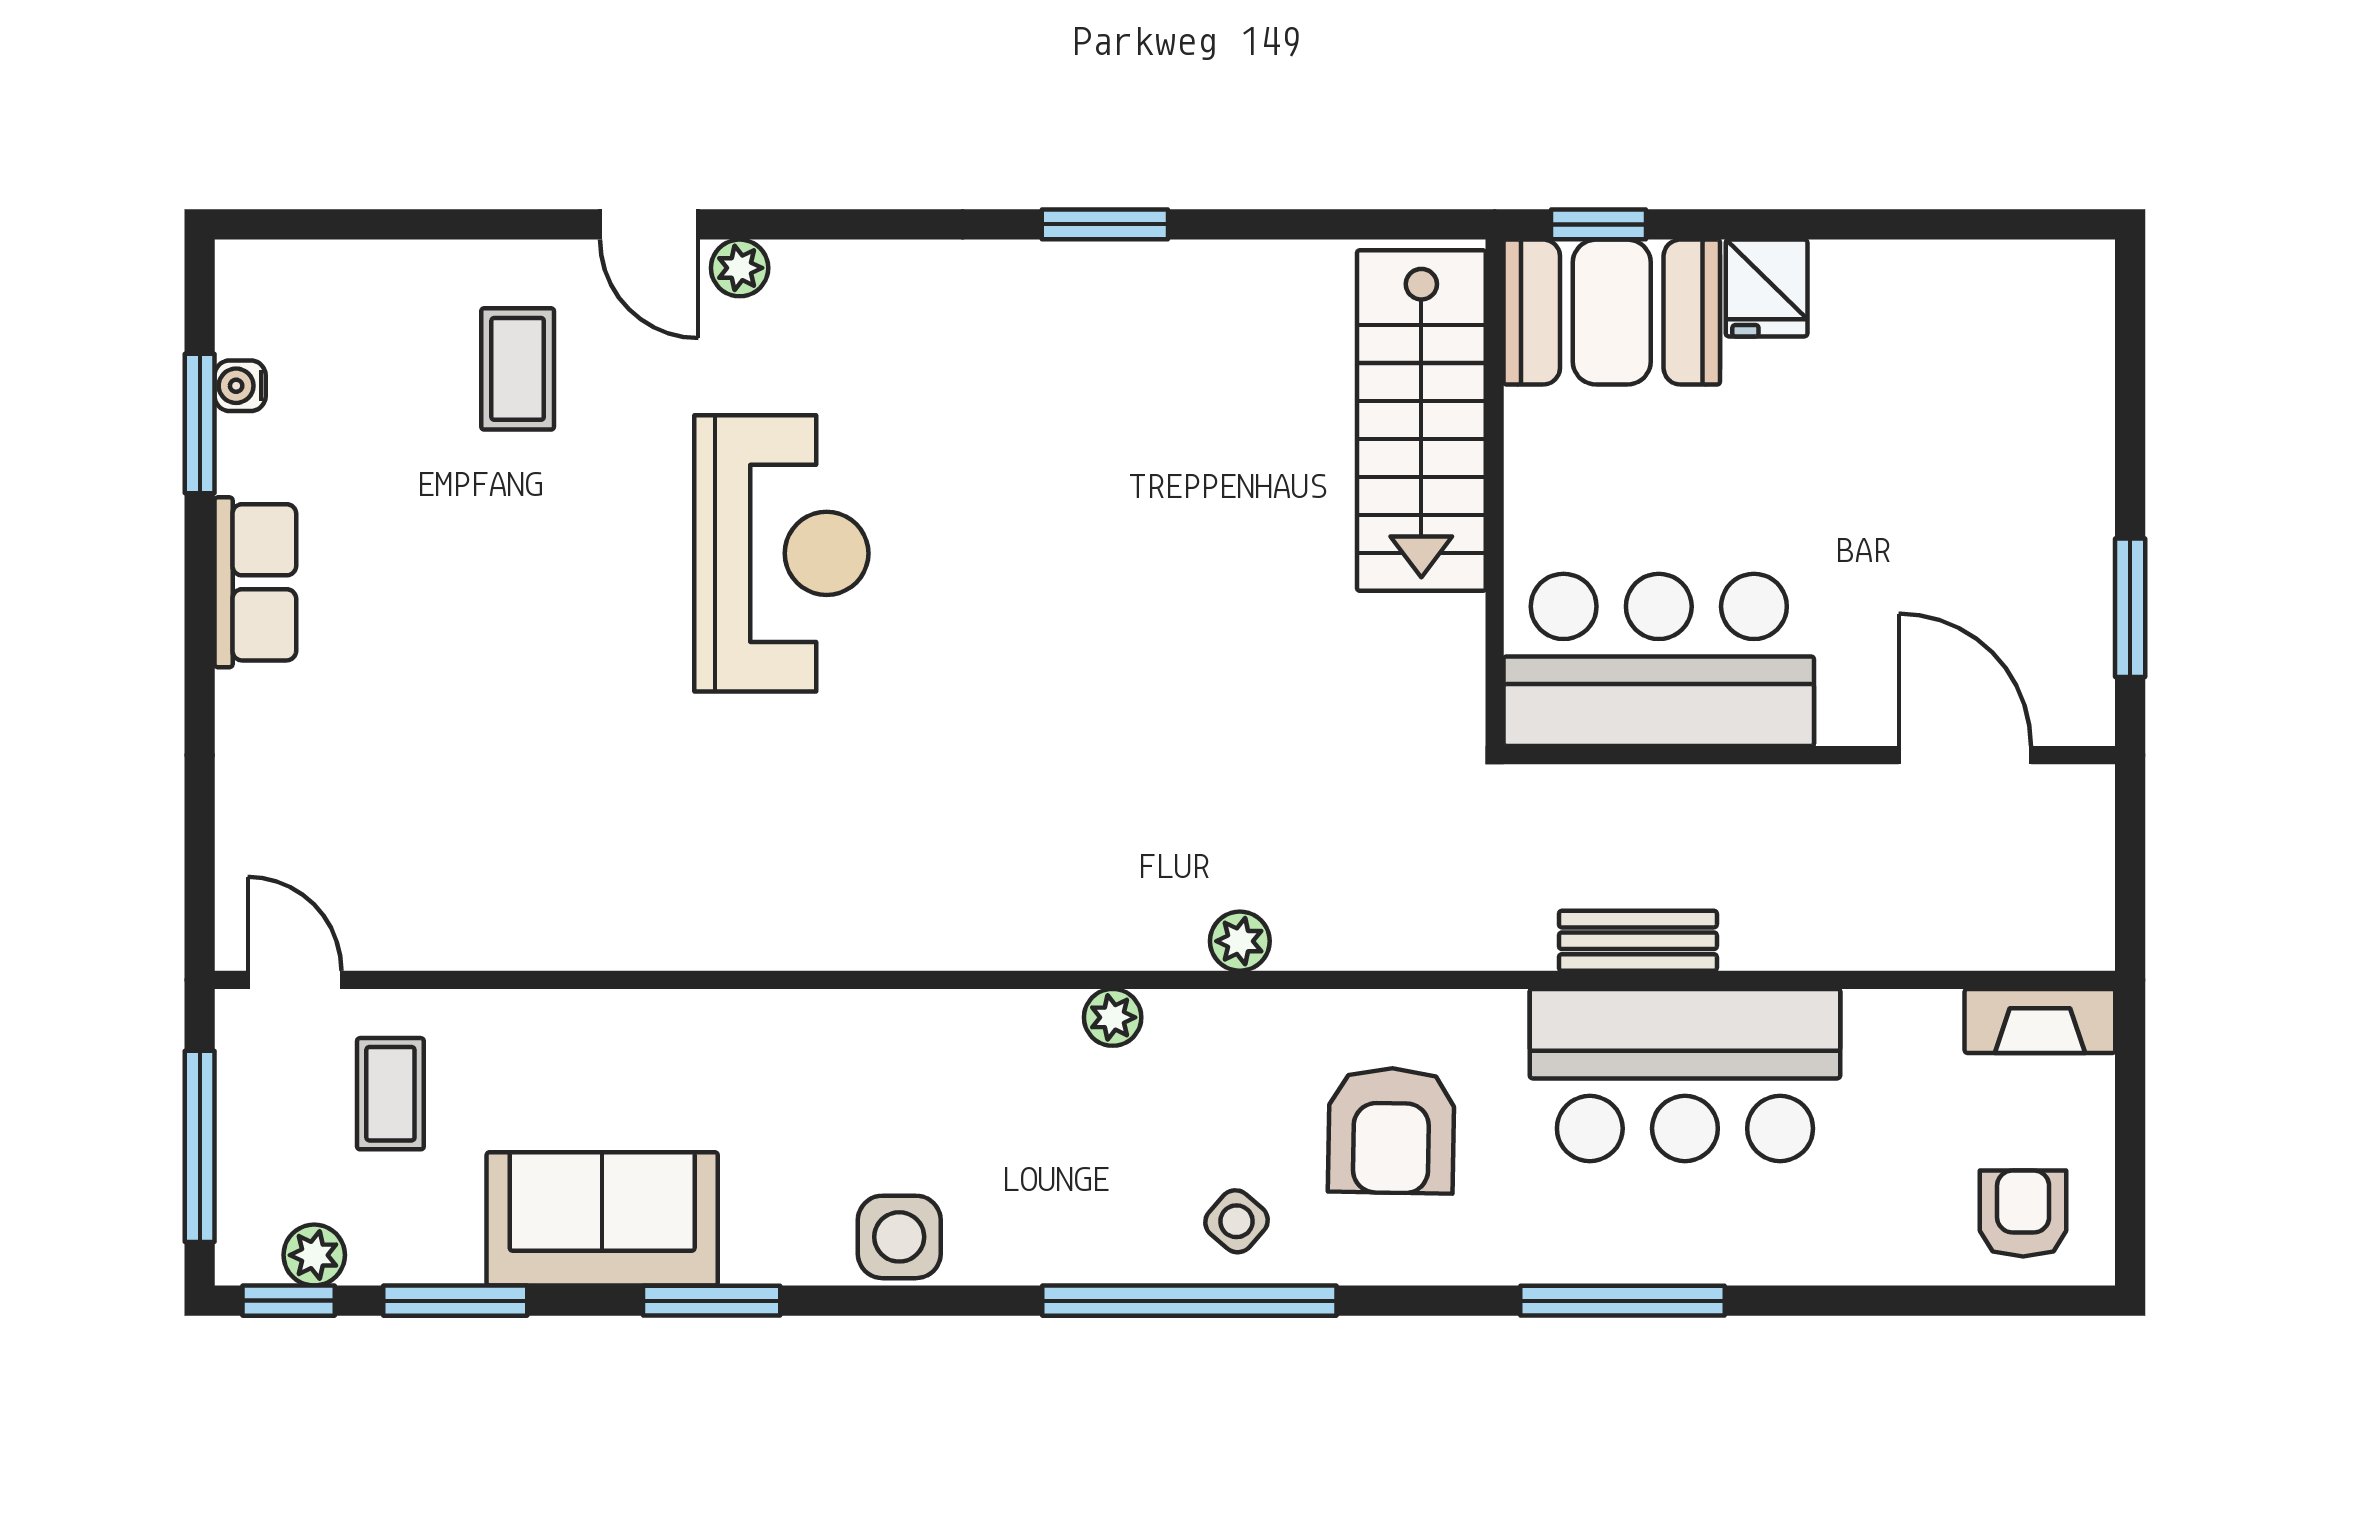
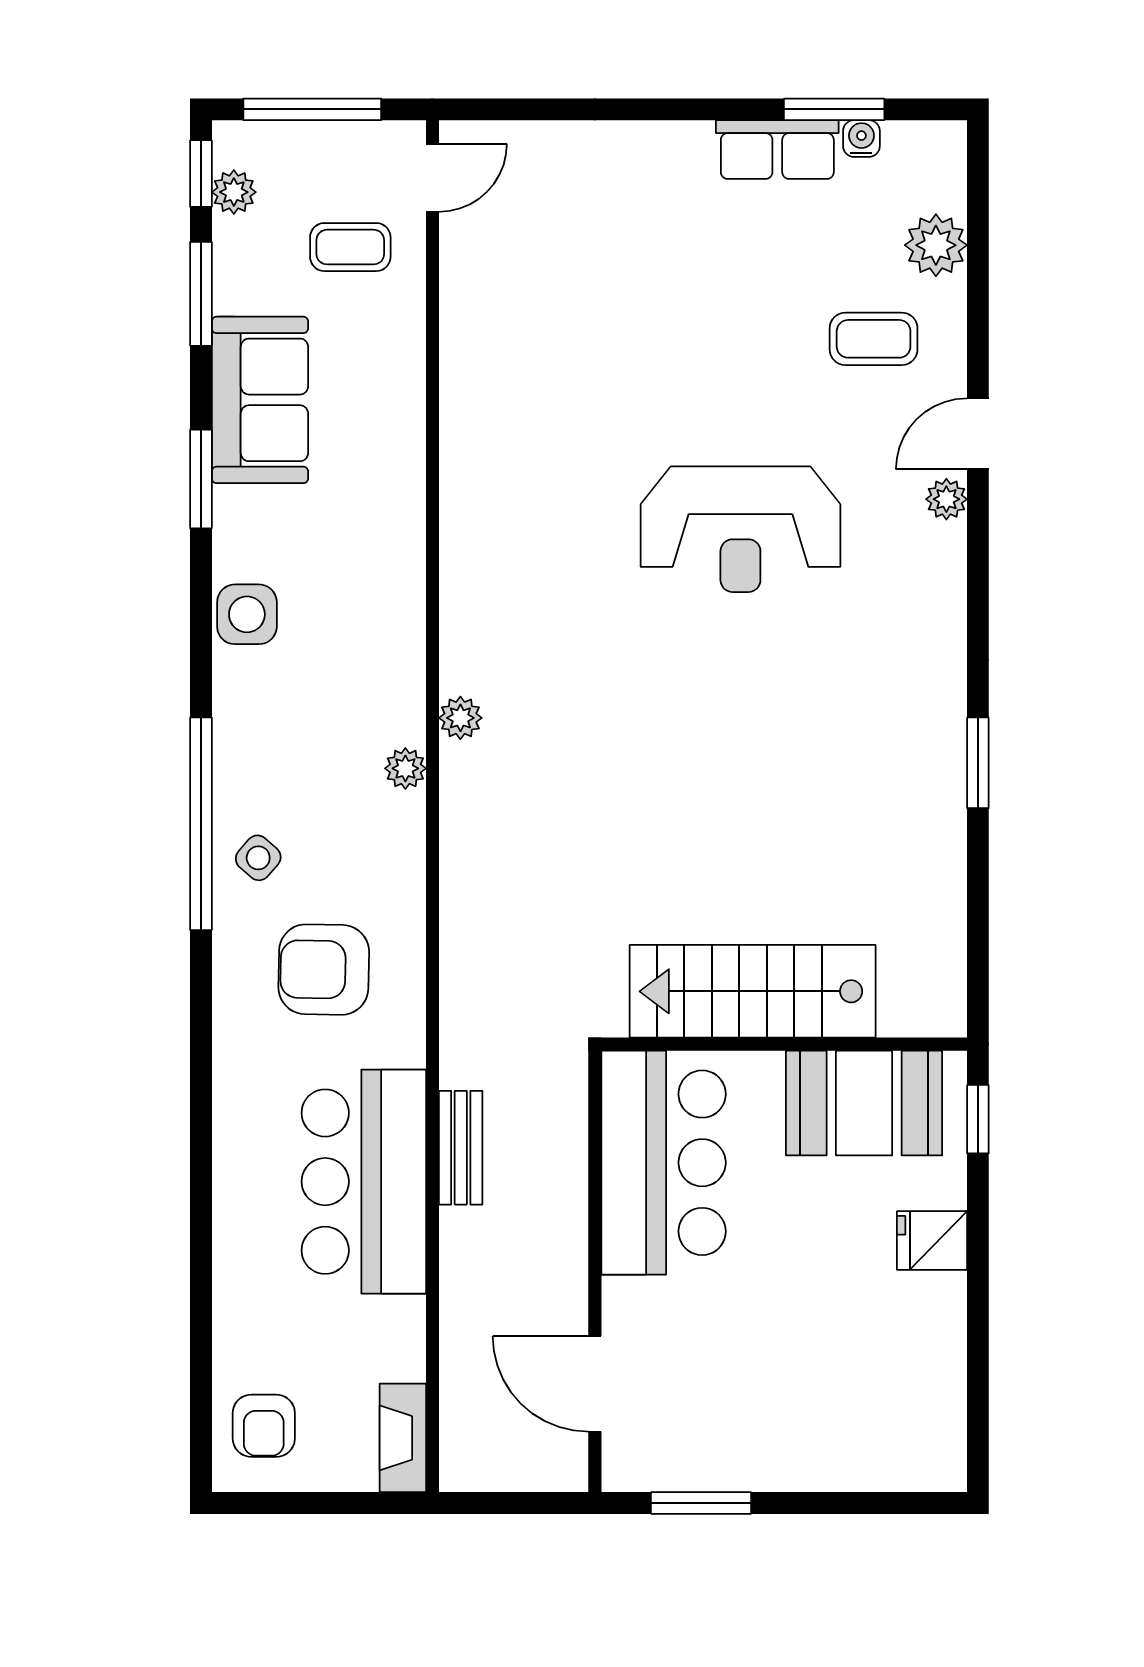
plant: (388, 283) -> (936, 245), added
booth: (1612, 312) -> (864, 1103), moved, turned 90
stairs: (1421, 421) -> (753, 991), moved
row of seats: (255, 582) -> (777, 150), moved
door: (1965, 755) -> (595, 1384), swing flipped
plant: (1240, 941) -> (460, 718), moved
armchair: (2023, 1214) -> (264, 1426), turned 90
window: (1623, 1301) -> (201, 1137), removed

